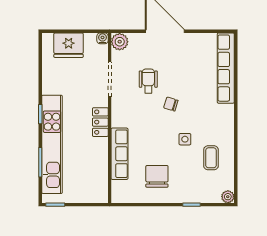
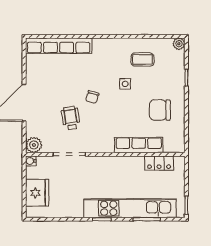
wheelchair: (148, 81) -> (71, 118), turned 81
locker: (100, 122) -> (159, 163), moved

